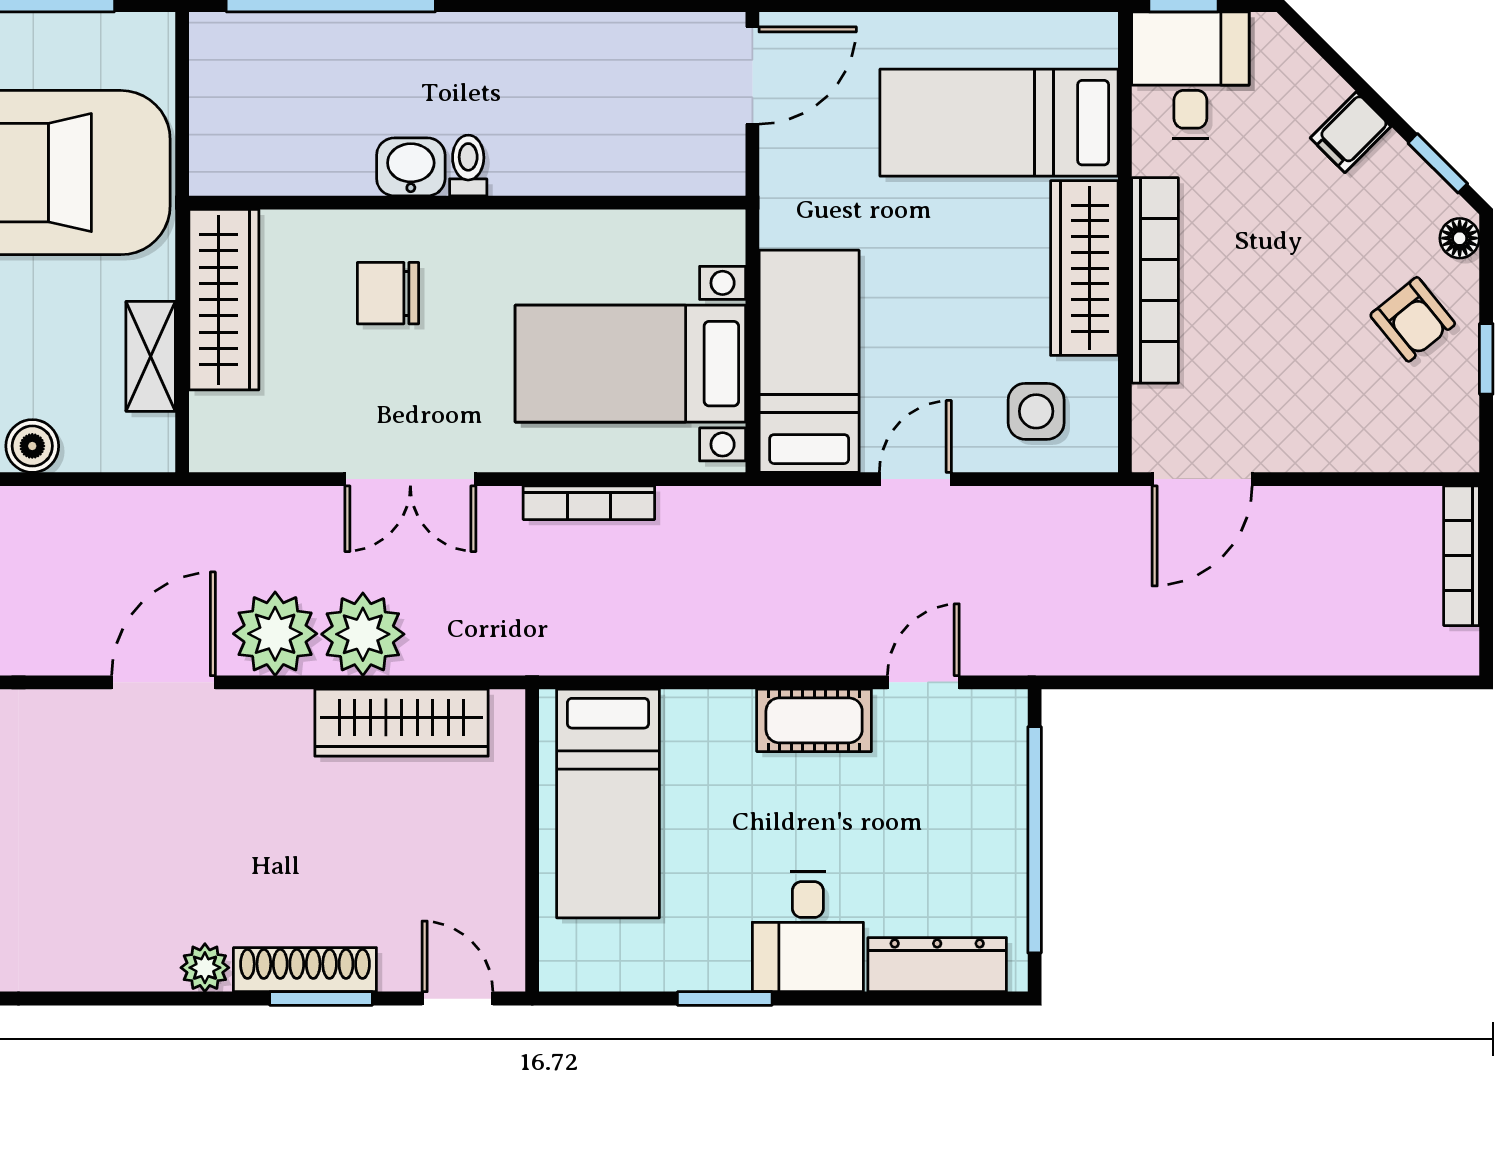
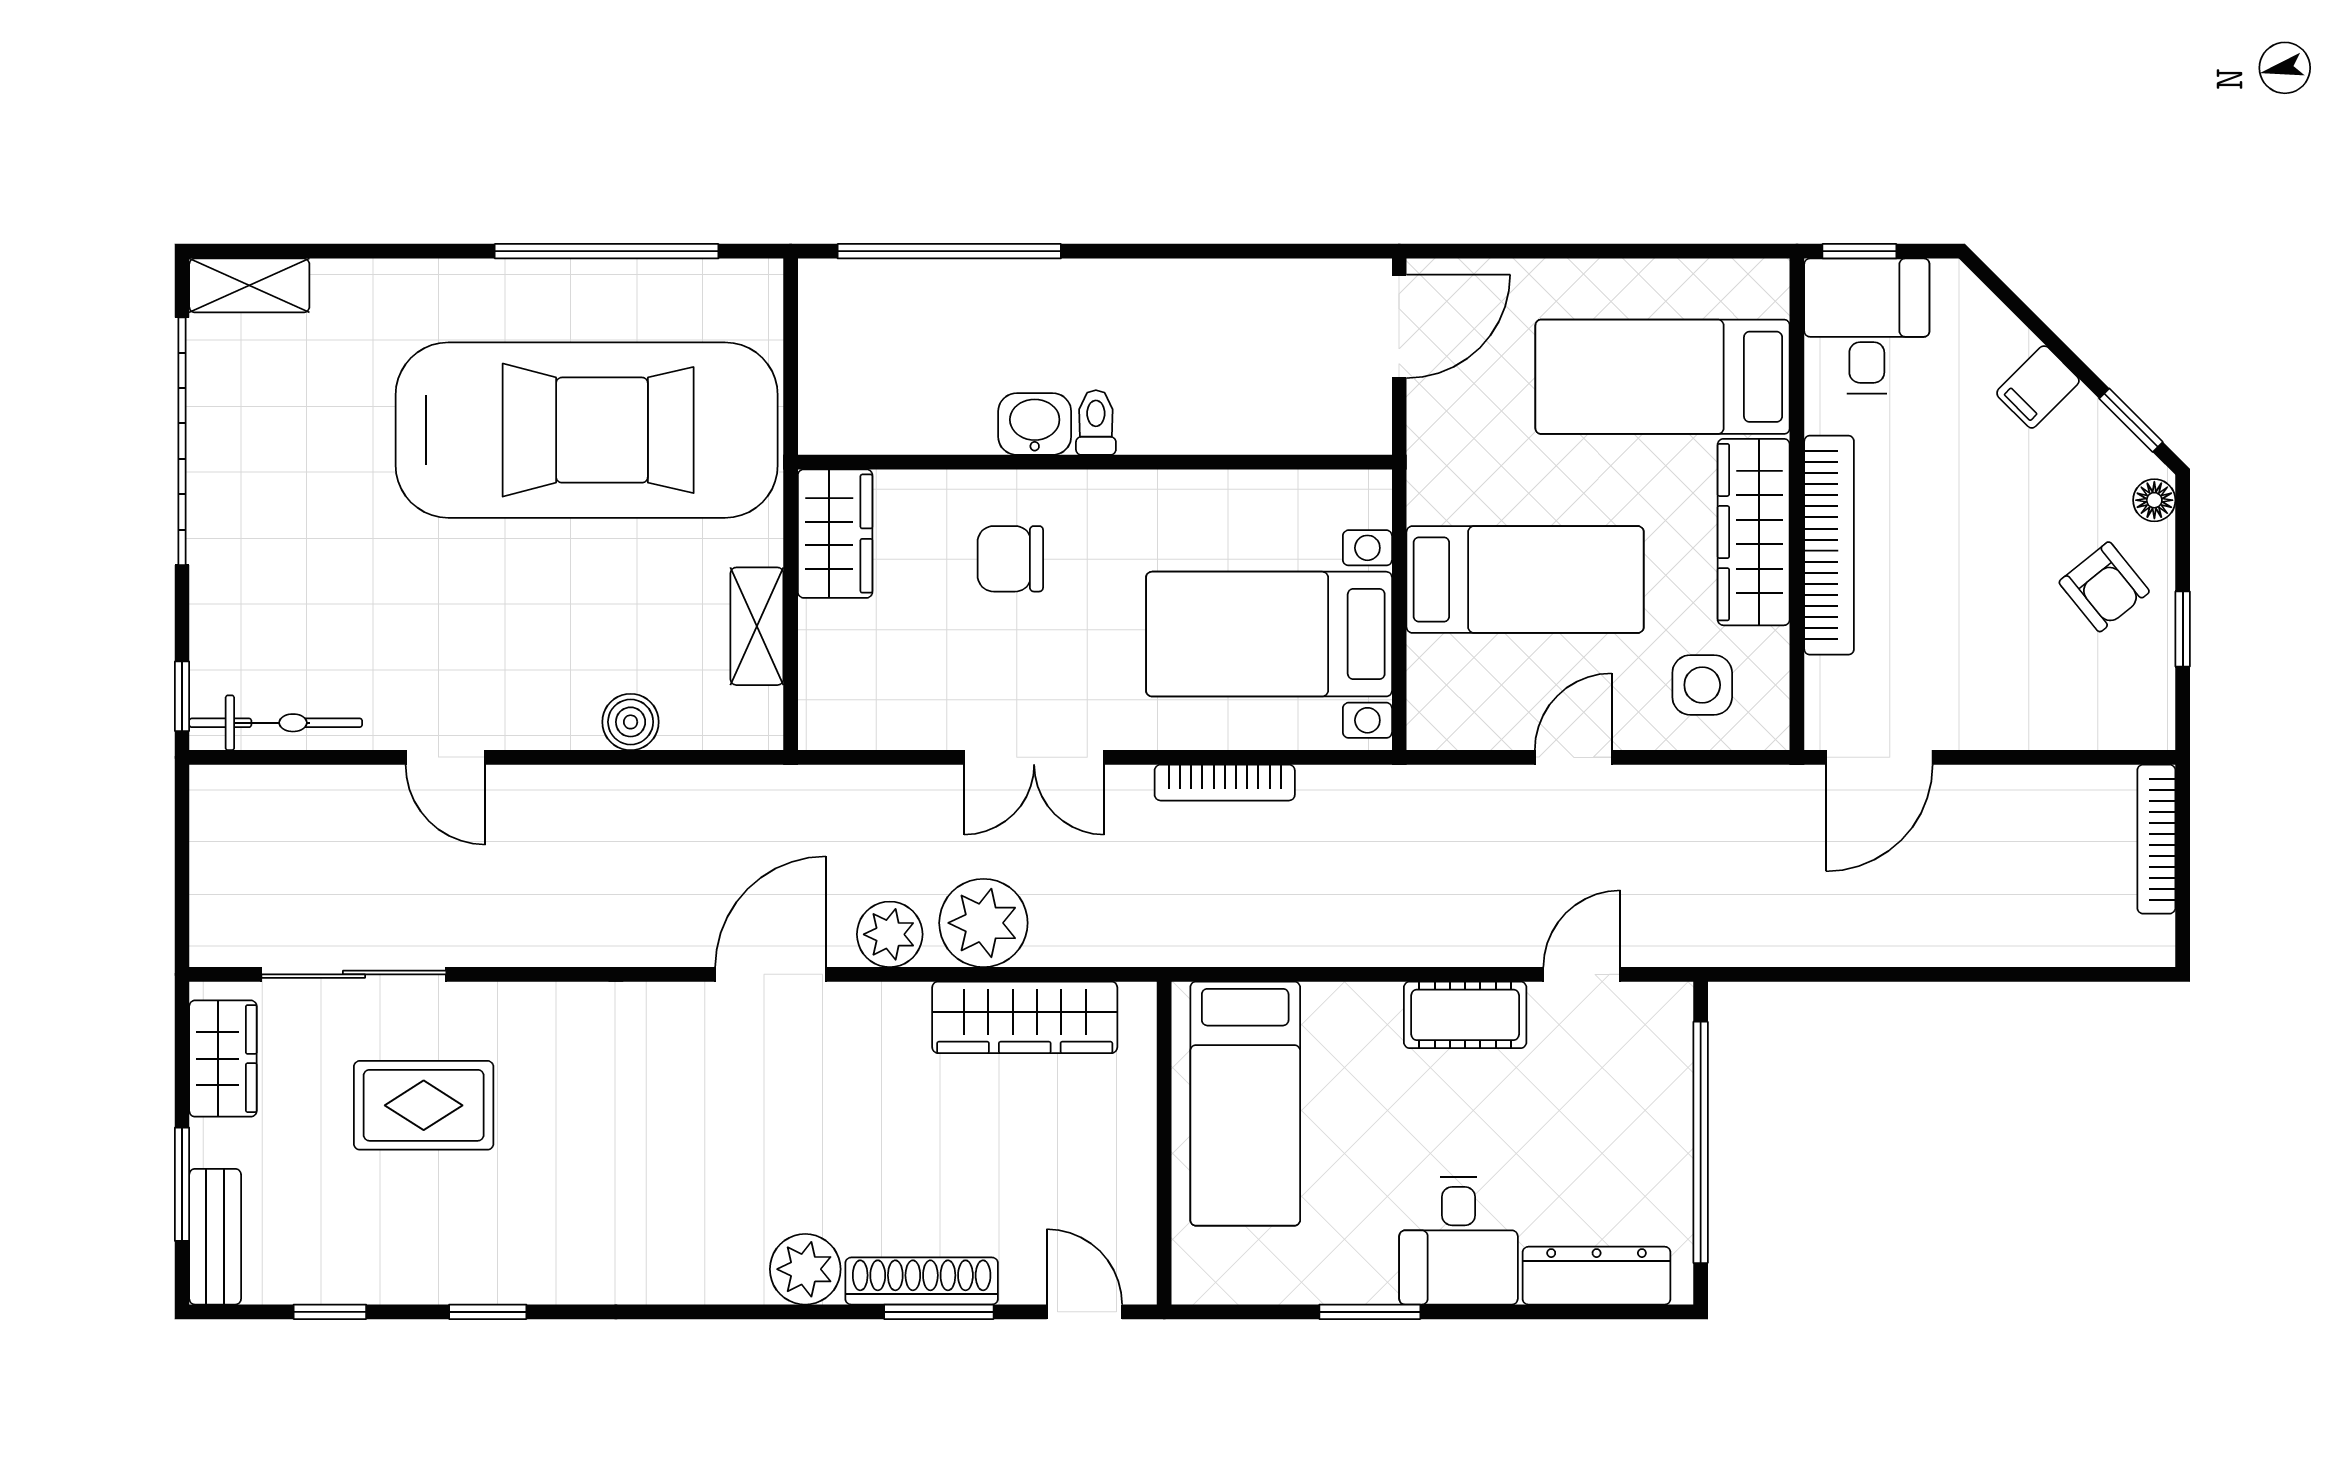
wardrobe: (224, 300) -> (835, 534), width x0.67
bed: (809, 361) -> (1525, 579), moved, turned 90
plant: (275, 634) -> (890, 934), width x0.73, depth x0.73
plant: (205, 968) -> (805, 1269), width x1.38, depth x1.38

